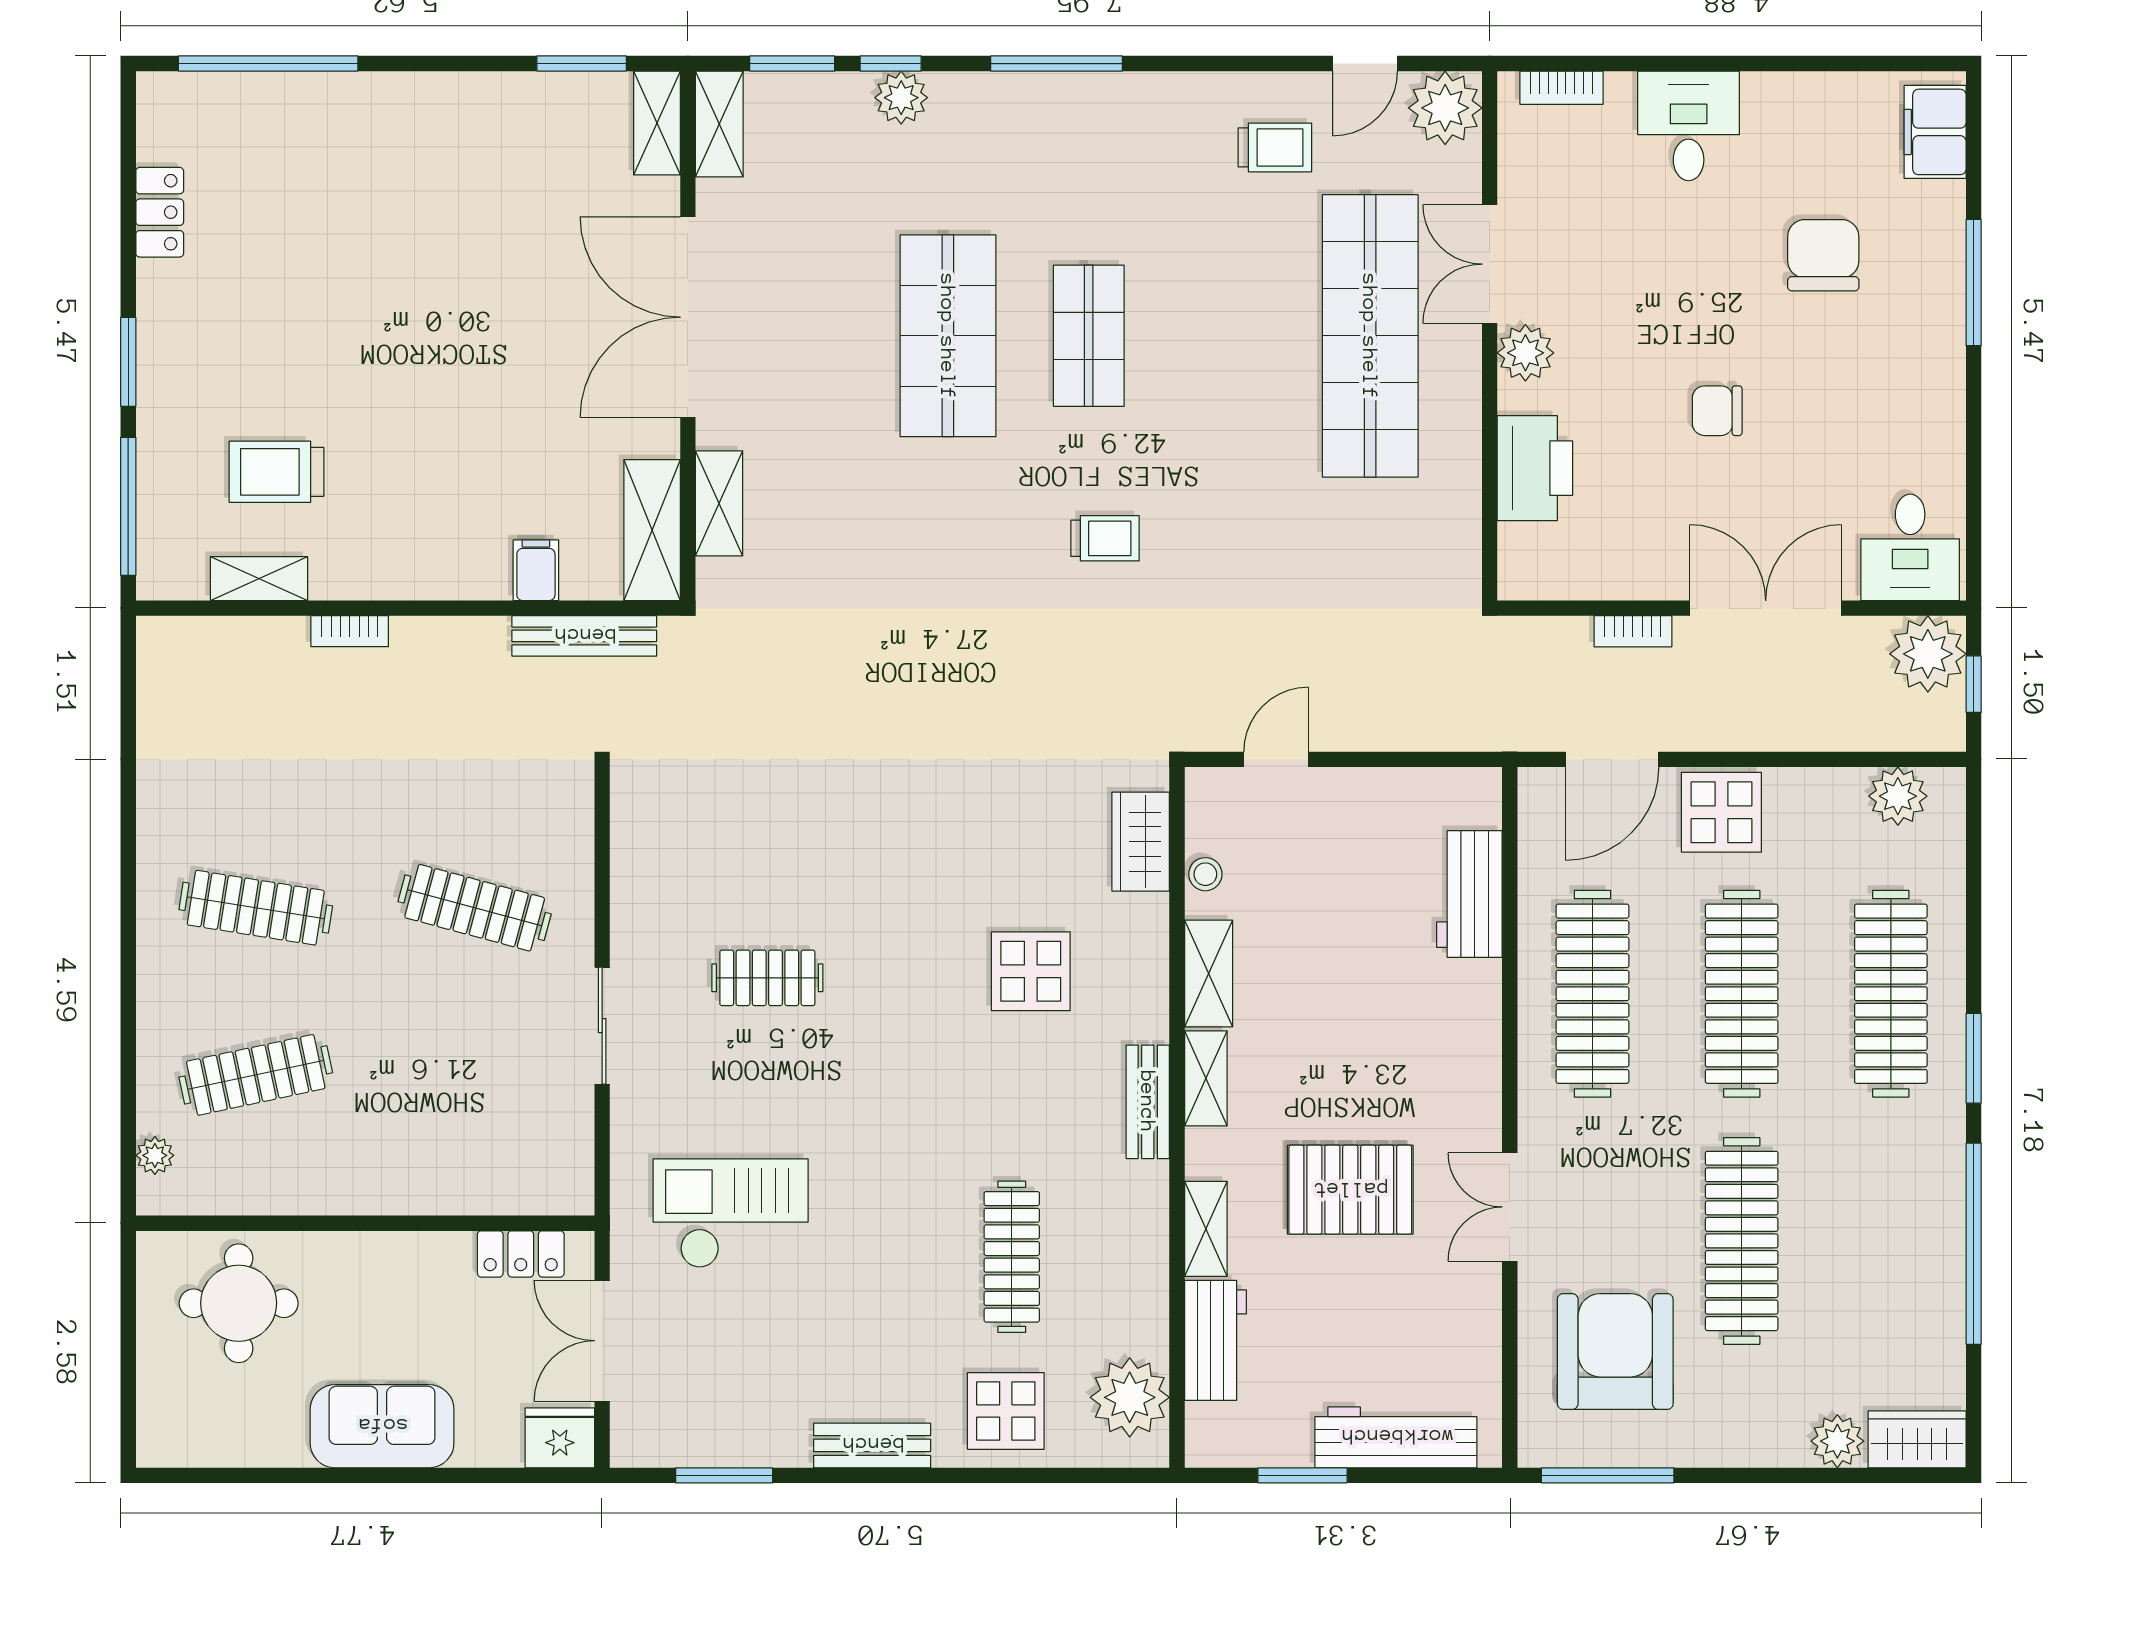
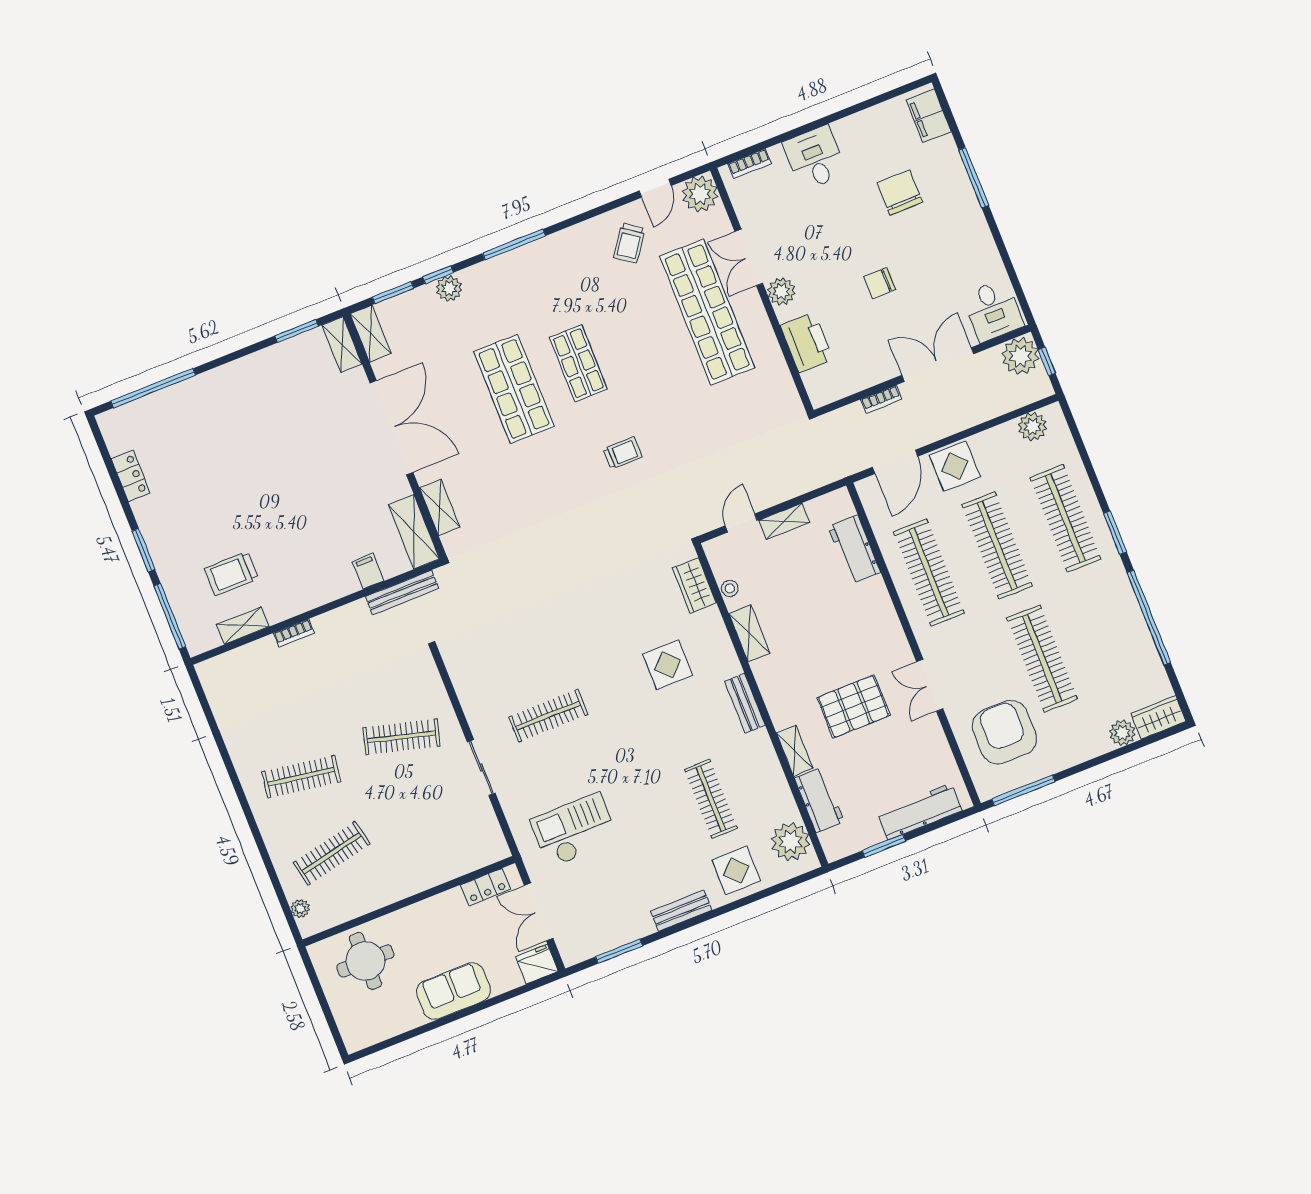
trolley: (1275, 147) -> (629, 243), turned 125
double door: (688, 317) -> (391, 428), swing flipped
clothes rail: (767, 978) -> (548, 716), width x1.36
shelving: (1206, 1078) -> (784, 521), moved, turned 90

